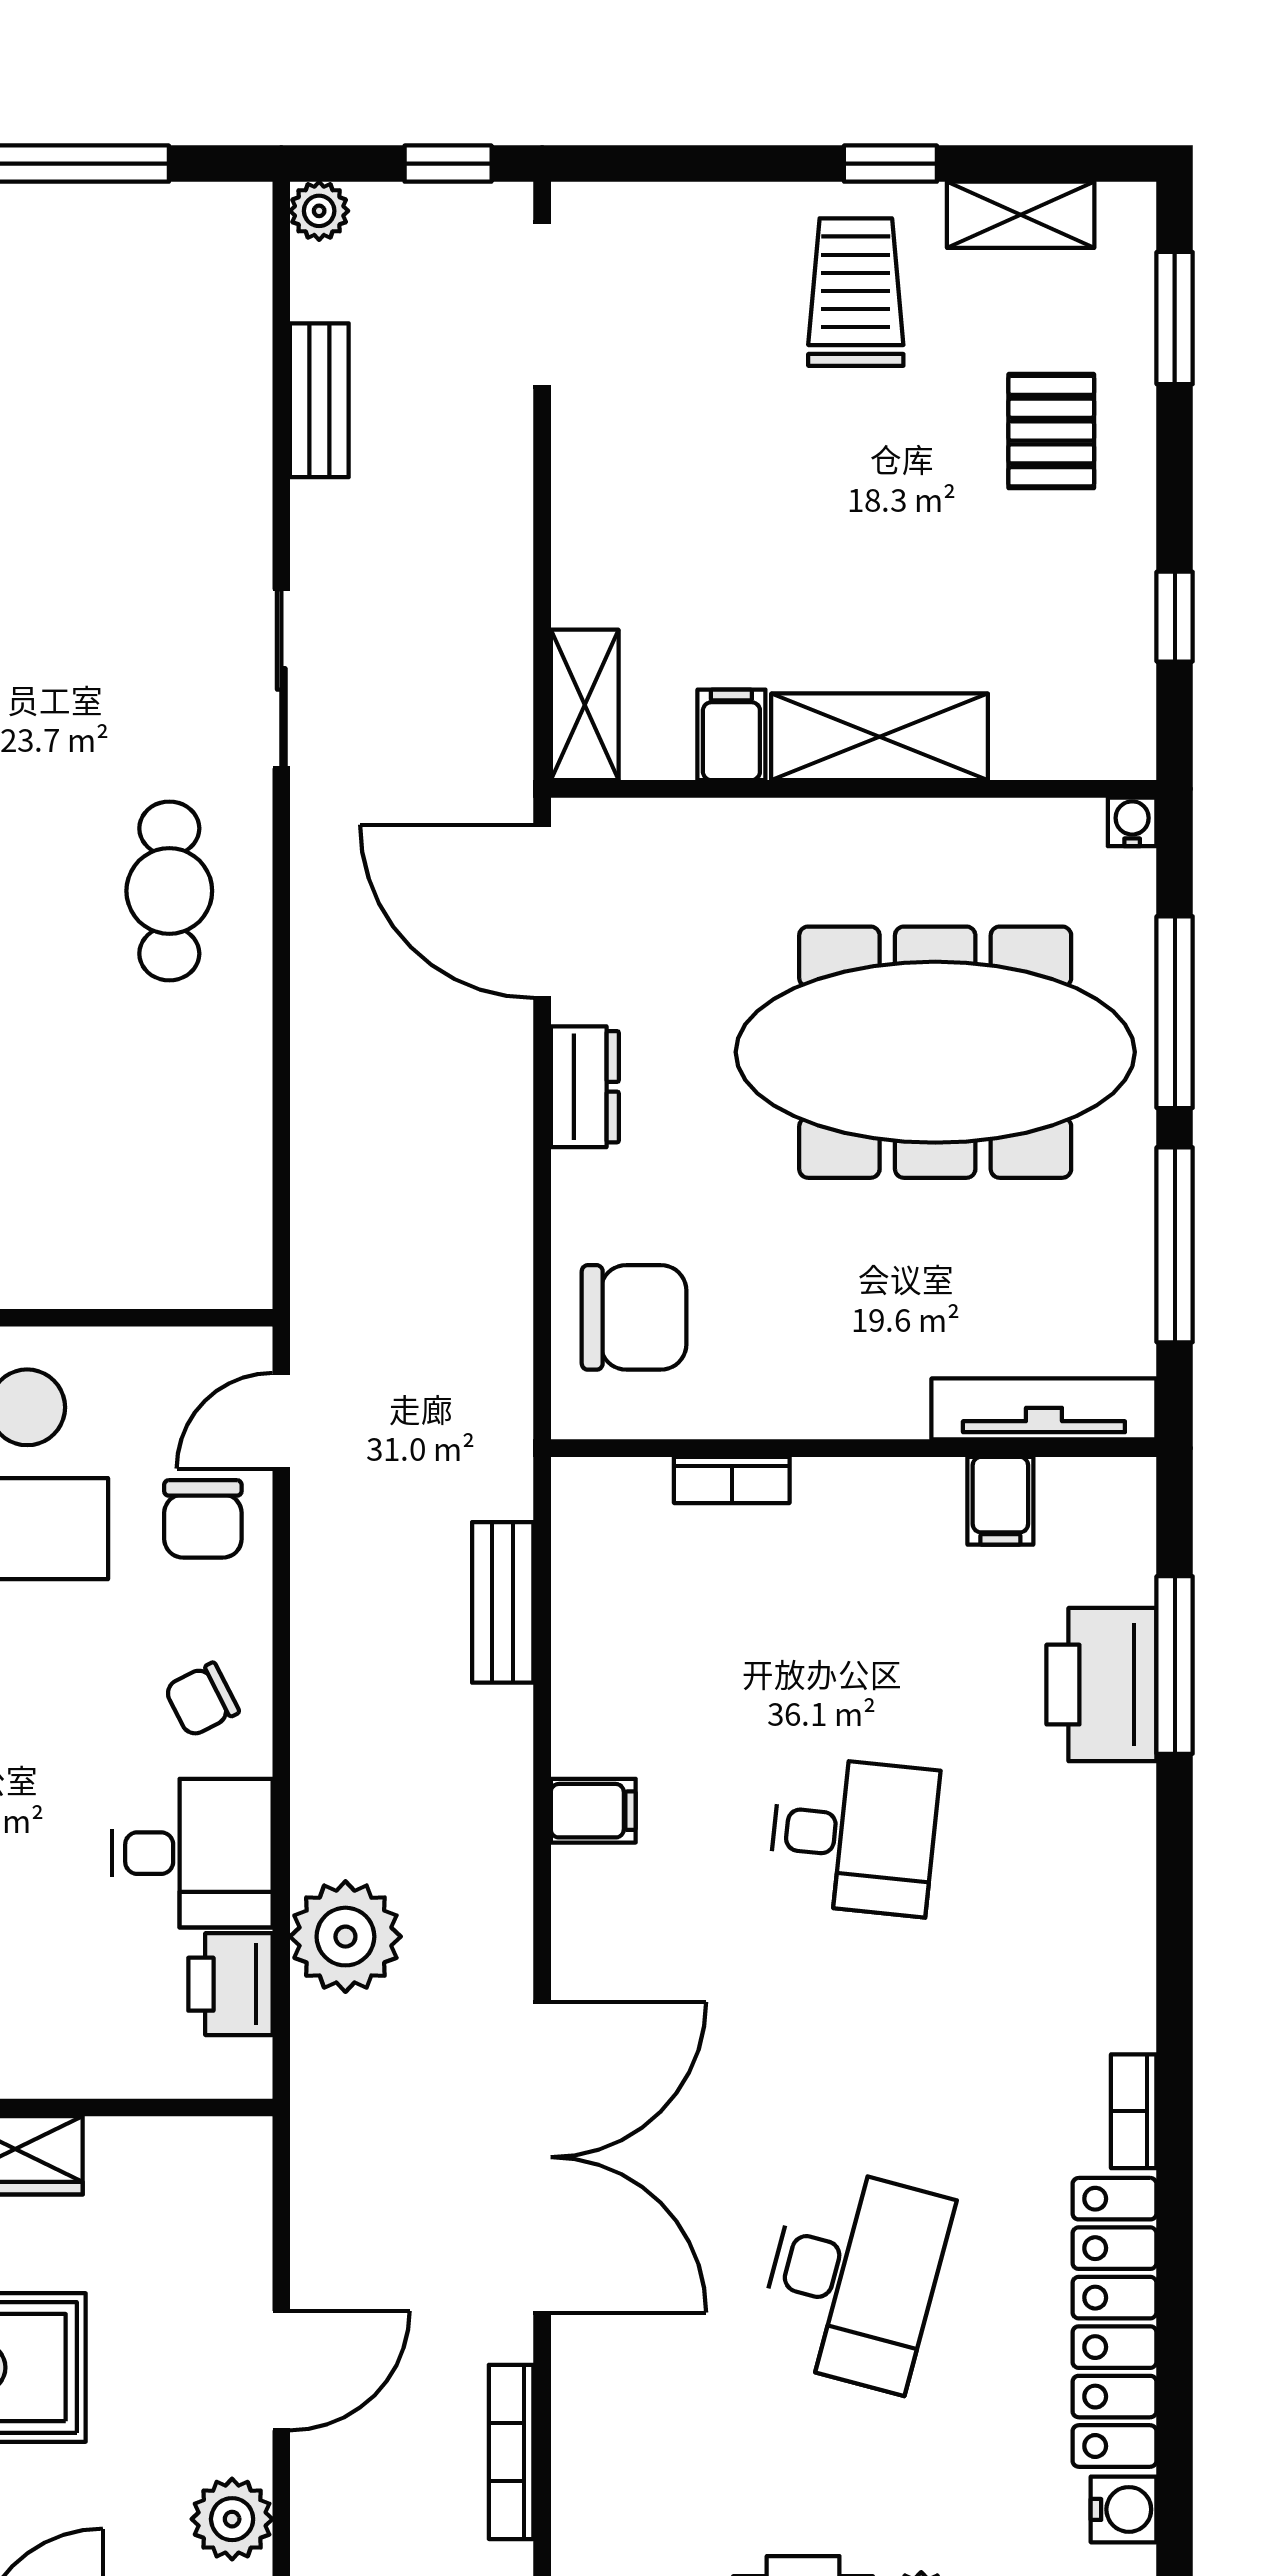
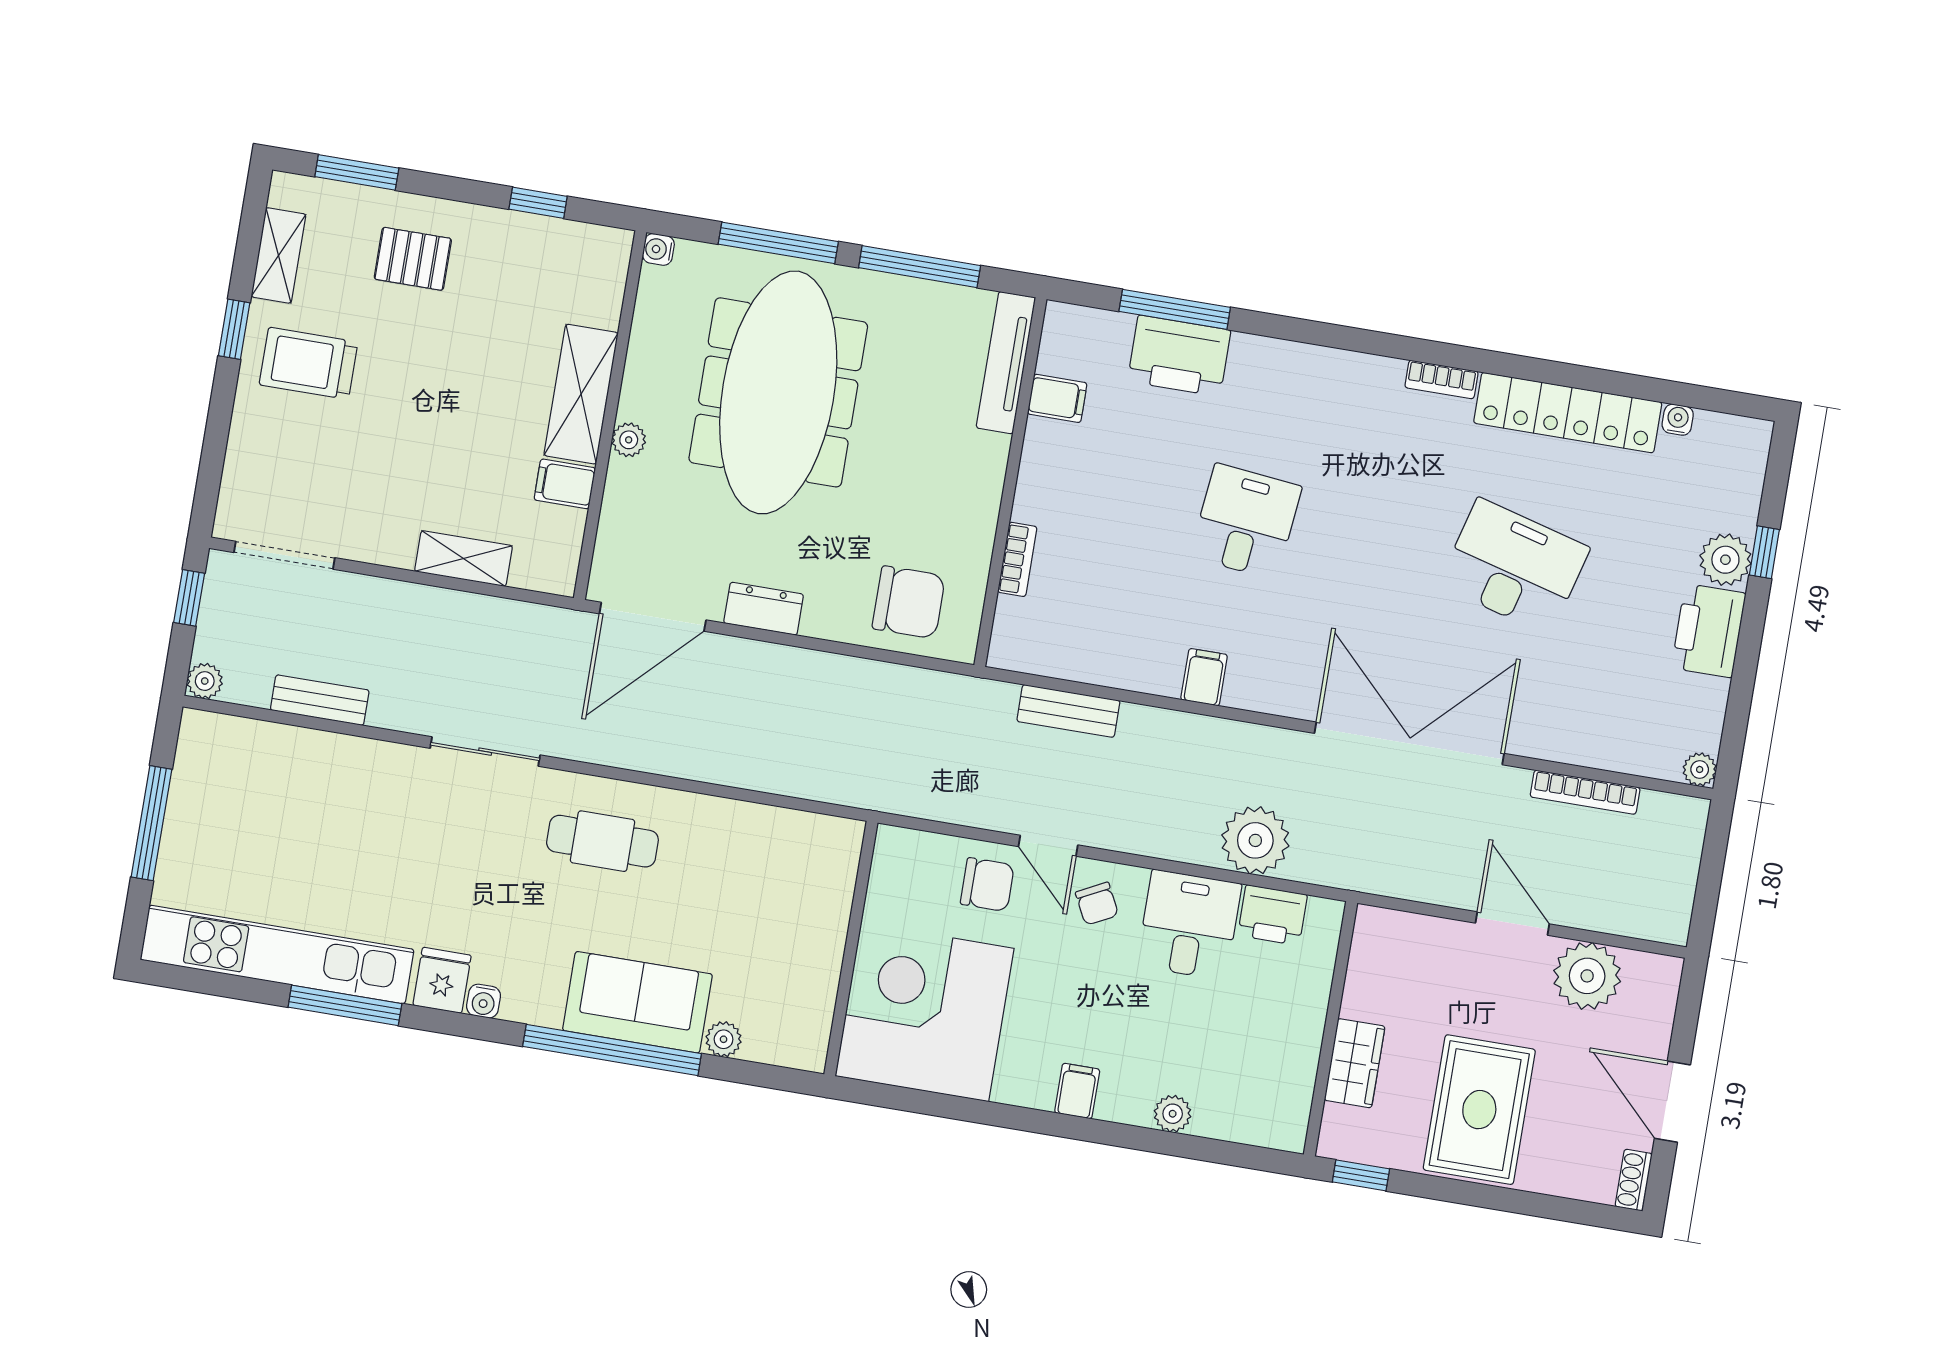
shelving: (585, 705) -> (464, 559), moved
plant: (819, 825) -> (629, 440), added
chair: (634, 1317) -> (909, 602), turned 90
door: (281, 1421) -> (1048, 846), moved
water cooler: (1124, 2509) -> (1678, 420), width x0.72, depth x0.72
plant: (232, 2519) -> (1587, 976), width x1.36, depth x1.36

